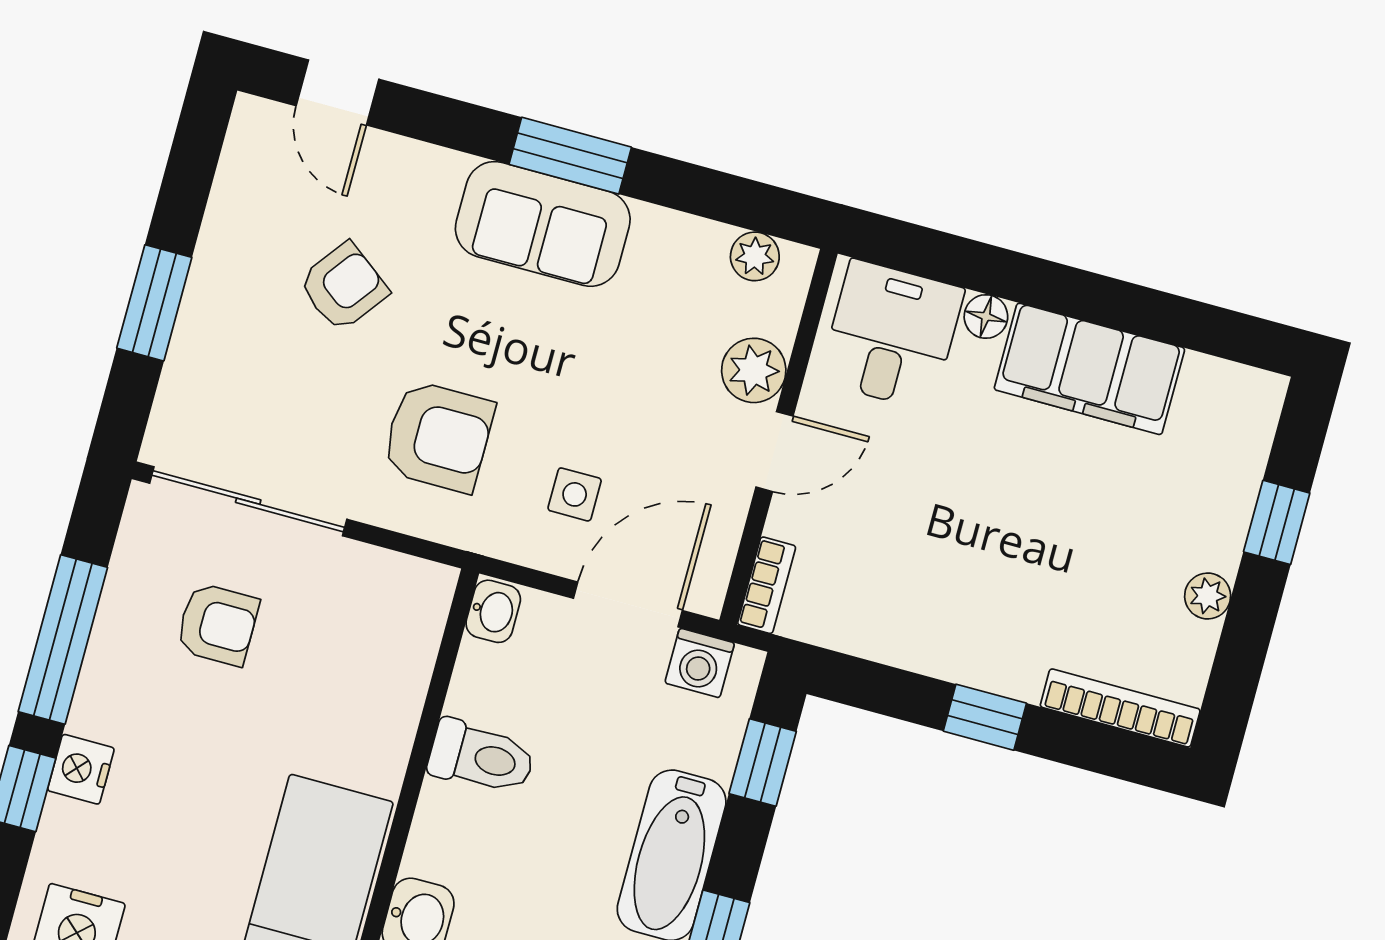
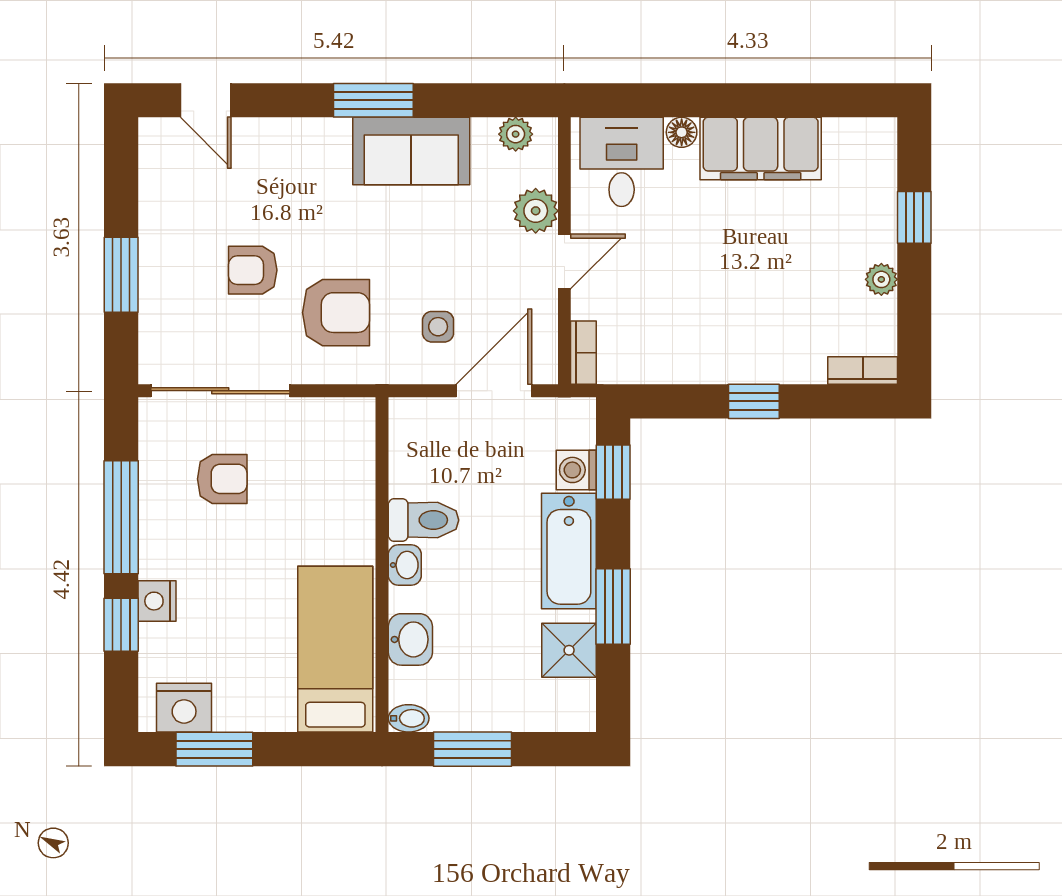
sofa: (543, 224) -> (411, 151), moved
armchair: (343, 287) -> (253, 270), moved, turned -127
washbasin: (493, 611) -> (405, 565), moved
washing machine: (700, 663) -> (576, 470), moved, turned 90
bookcase: (1120, 708) -> (863, 370), width x0.64

